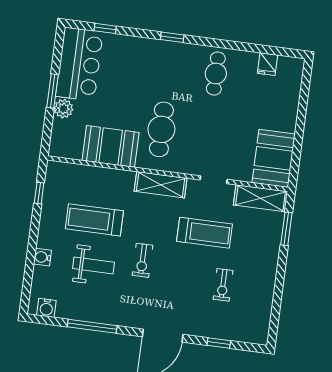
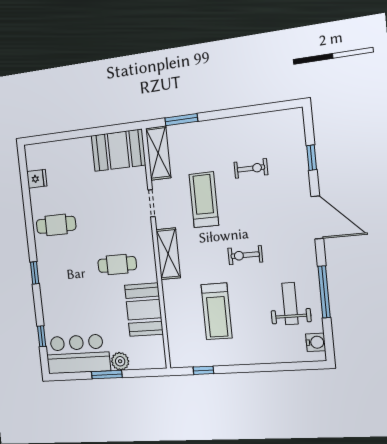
cafe table: (161, 129) -> (117, 264), width x0.73, depth x0.74
water cooler: (42, 257) -> (265, 356), removed
exercise bike: (142, 260) -> (245, 255), turned 180
weight bench: (94, 265) -> (290, 304), moved

